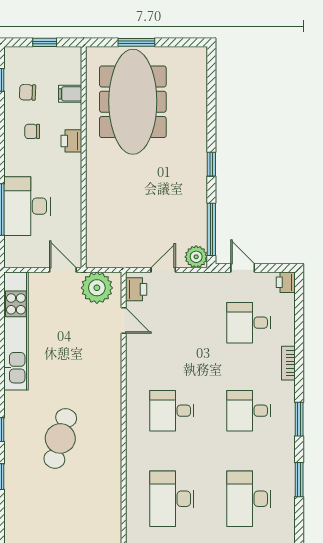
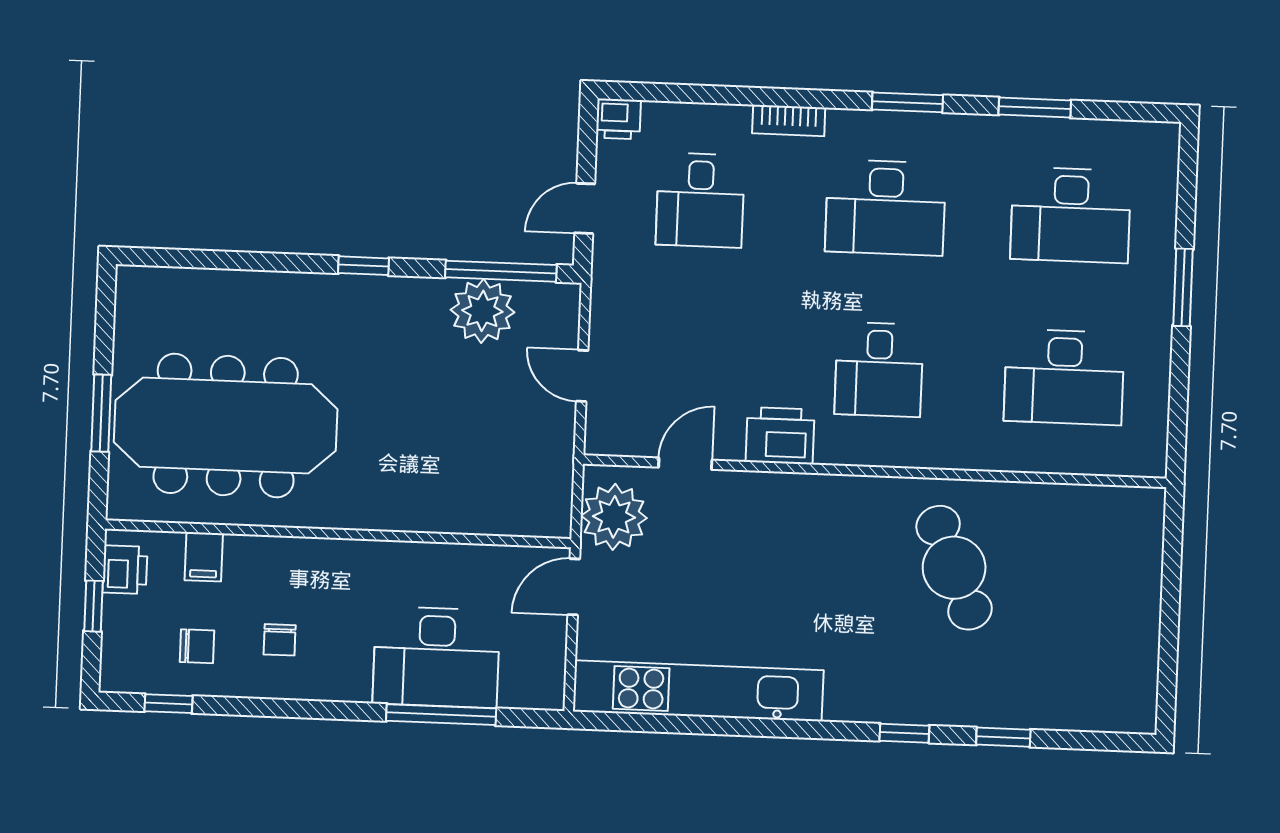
chair: (28, 92) -> (197, 646), turned -92
printer: (71, 141) -> (125, 570), moved, turned -90
plant: (196, 257) -> (482, 311), moved, width x1.36, depth x1.36
printer: (136, 289) -> (780, 436), moved, width x1.36, depth x1.24
desk: (249, 411) -> (885, 208), width x1.37
cafe table: (60, 438) -> (954, 568), moved, turned 51

